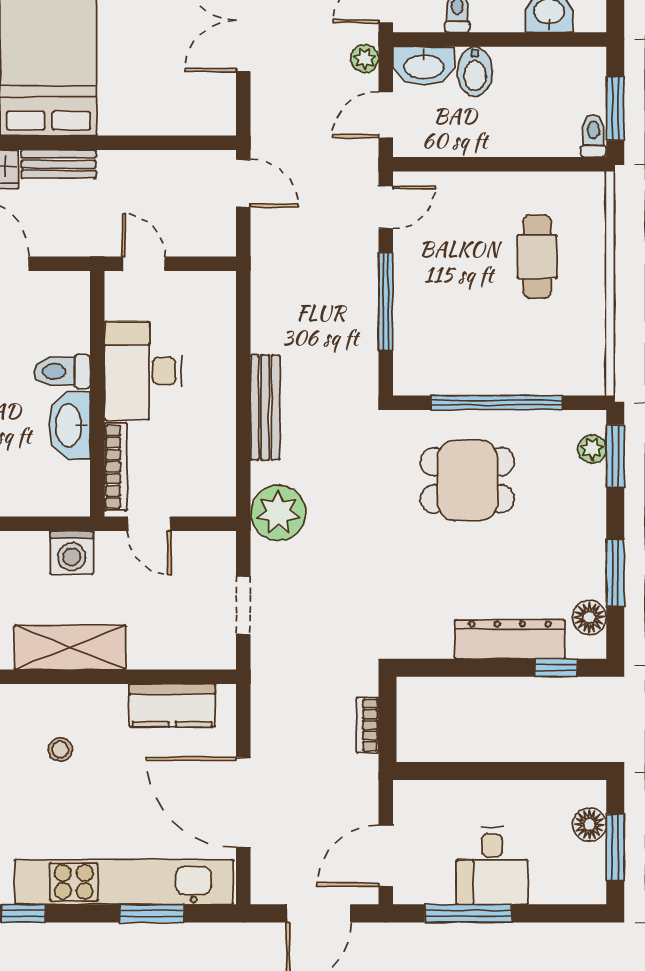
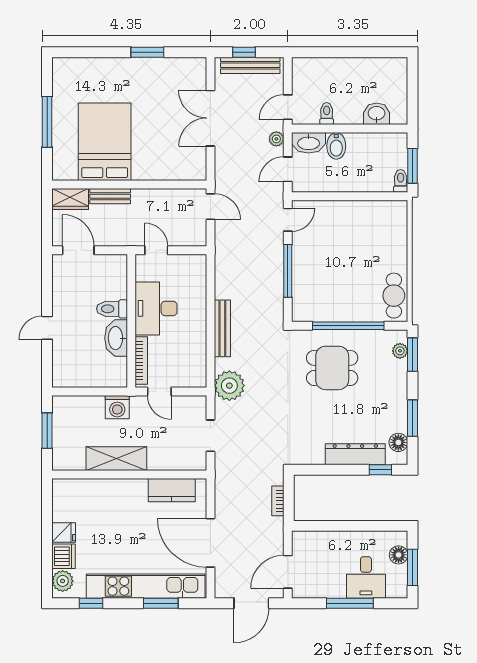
cafe table: (537, 256) -> (394, 296), moved
stool: (60, 750) -> (111, 514), removed
desk: (492, 866) -> (366, 577), moved
window: (468, 913) -> (350, 603), moved

